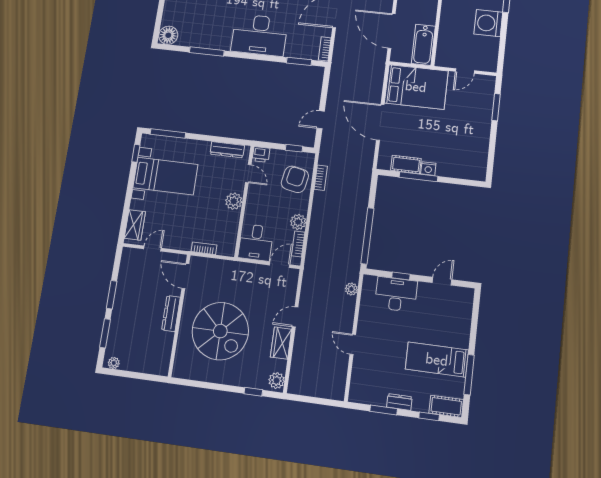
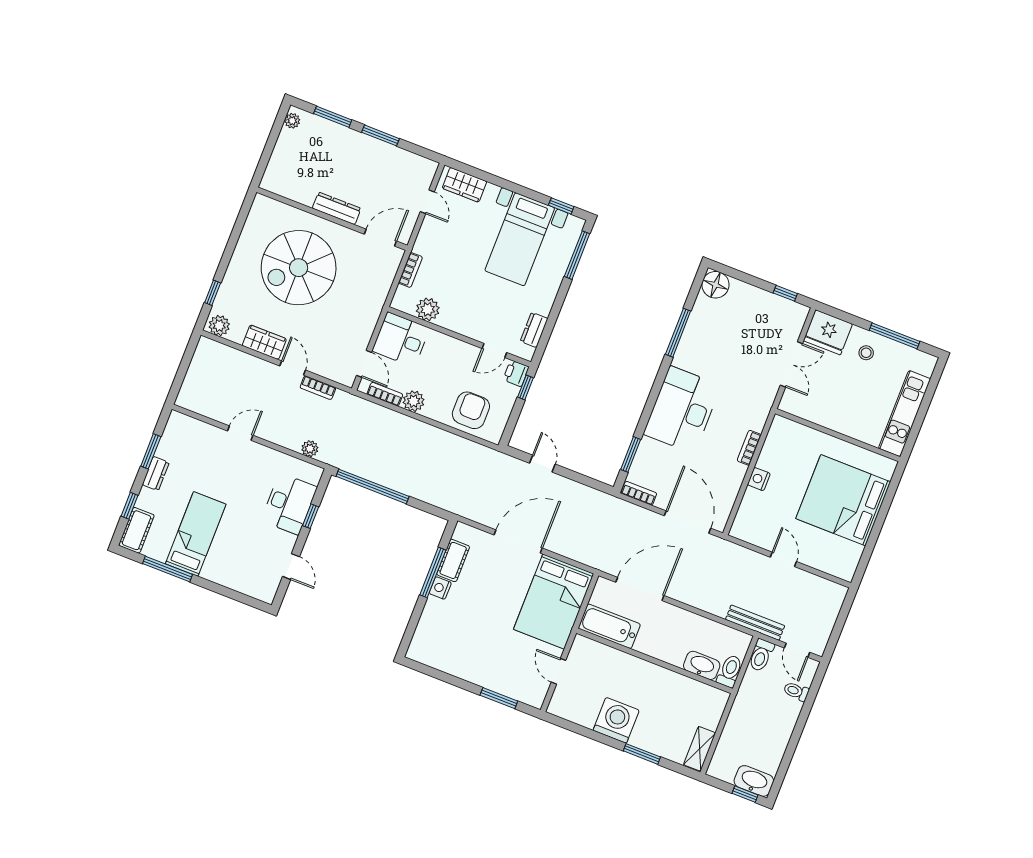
window: (294, 148) -> (525, 387), moved
dresser: (227, 150) -> (534, 330), width x0.70
bookcase: (321, 178) -> (318, 388), moved
armchair: (295, 179) -> (471, 410), turned -101
plant: (234, 201) -> (428, 309), moved

